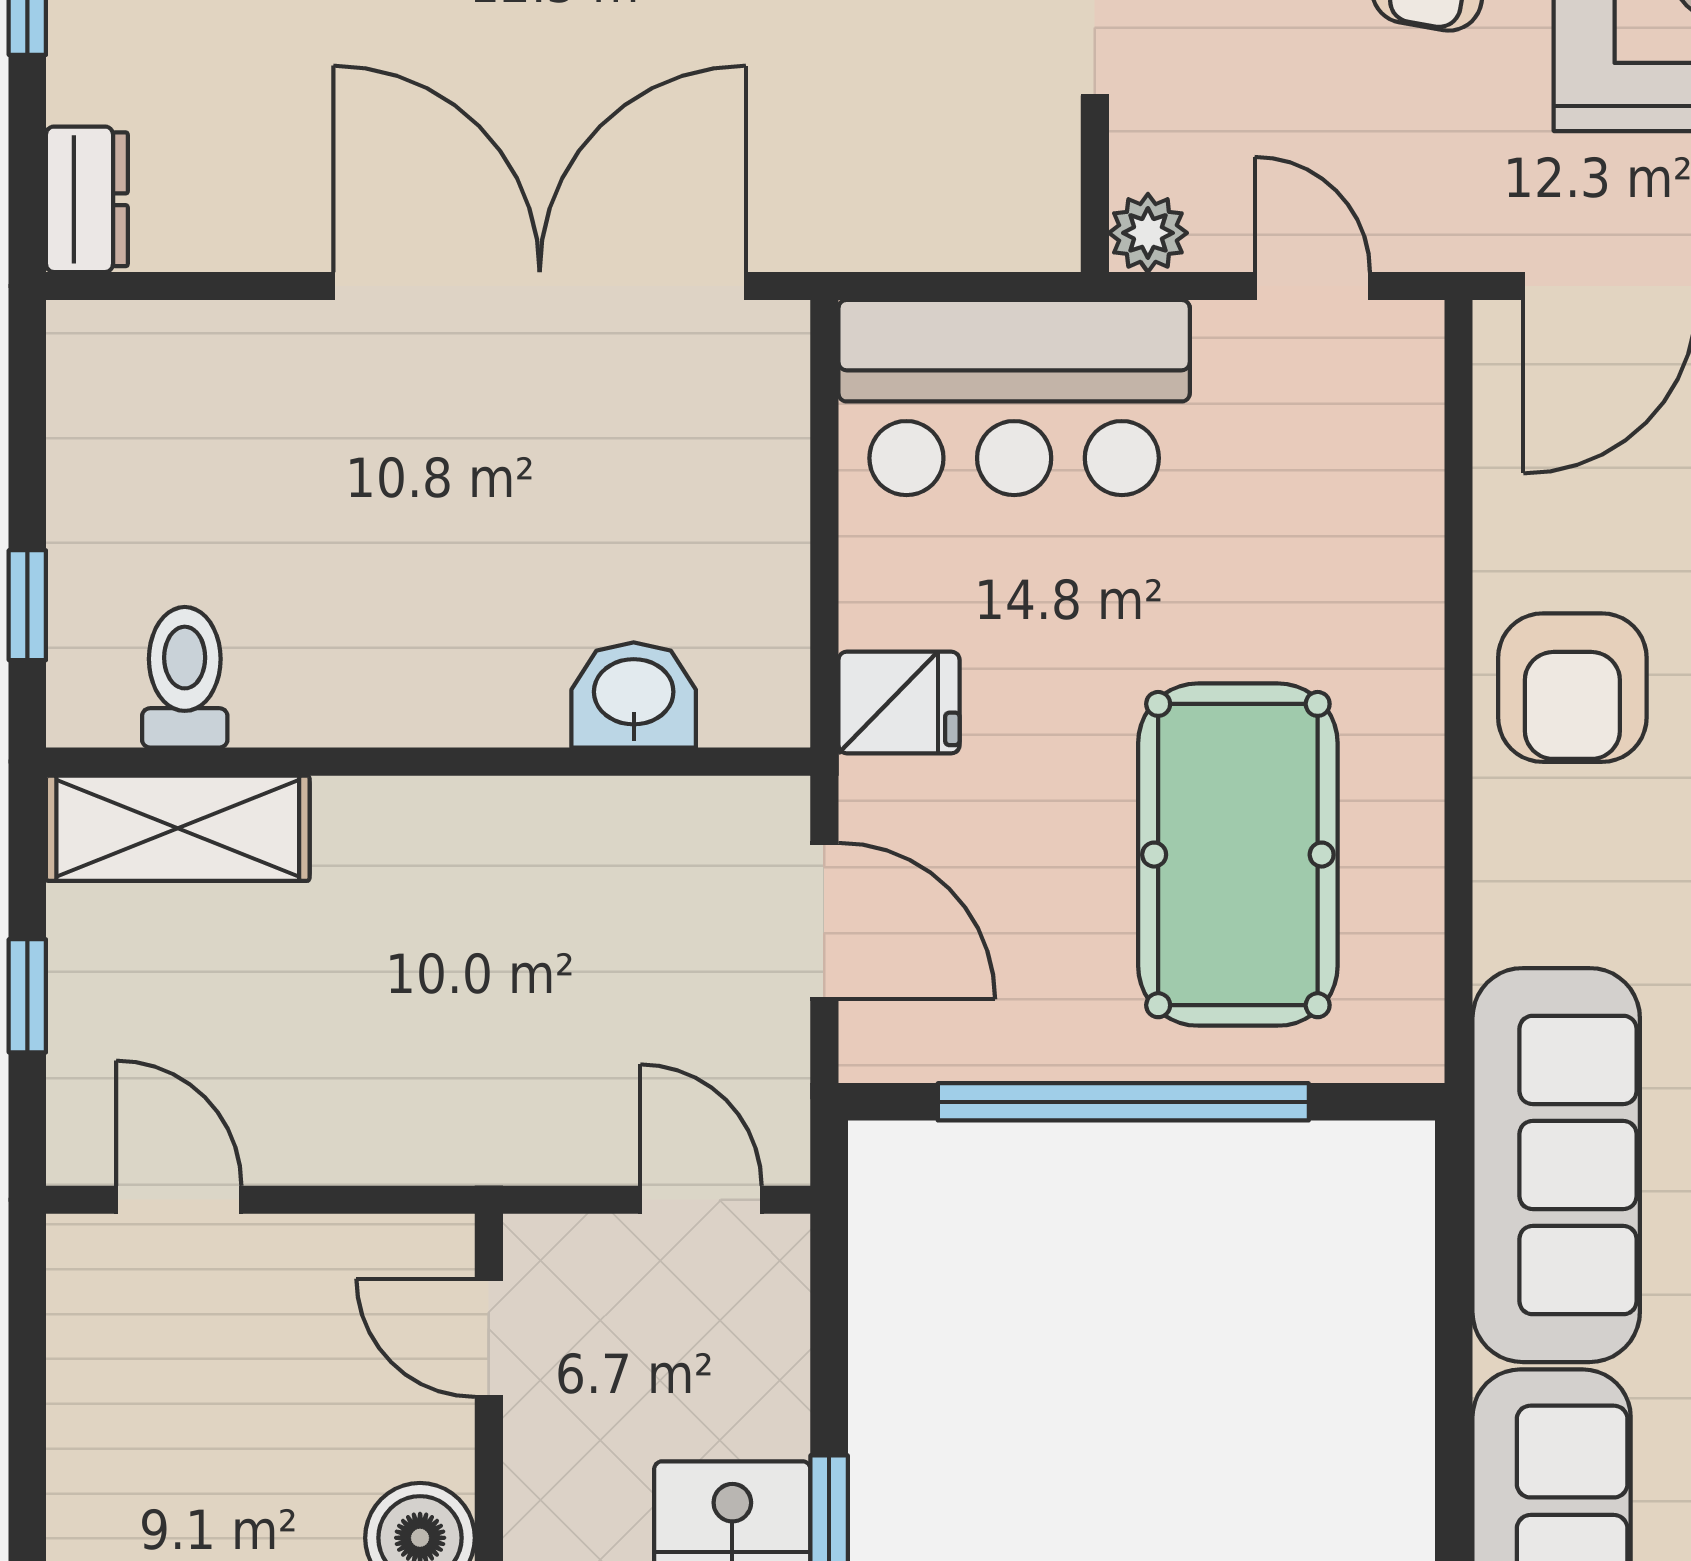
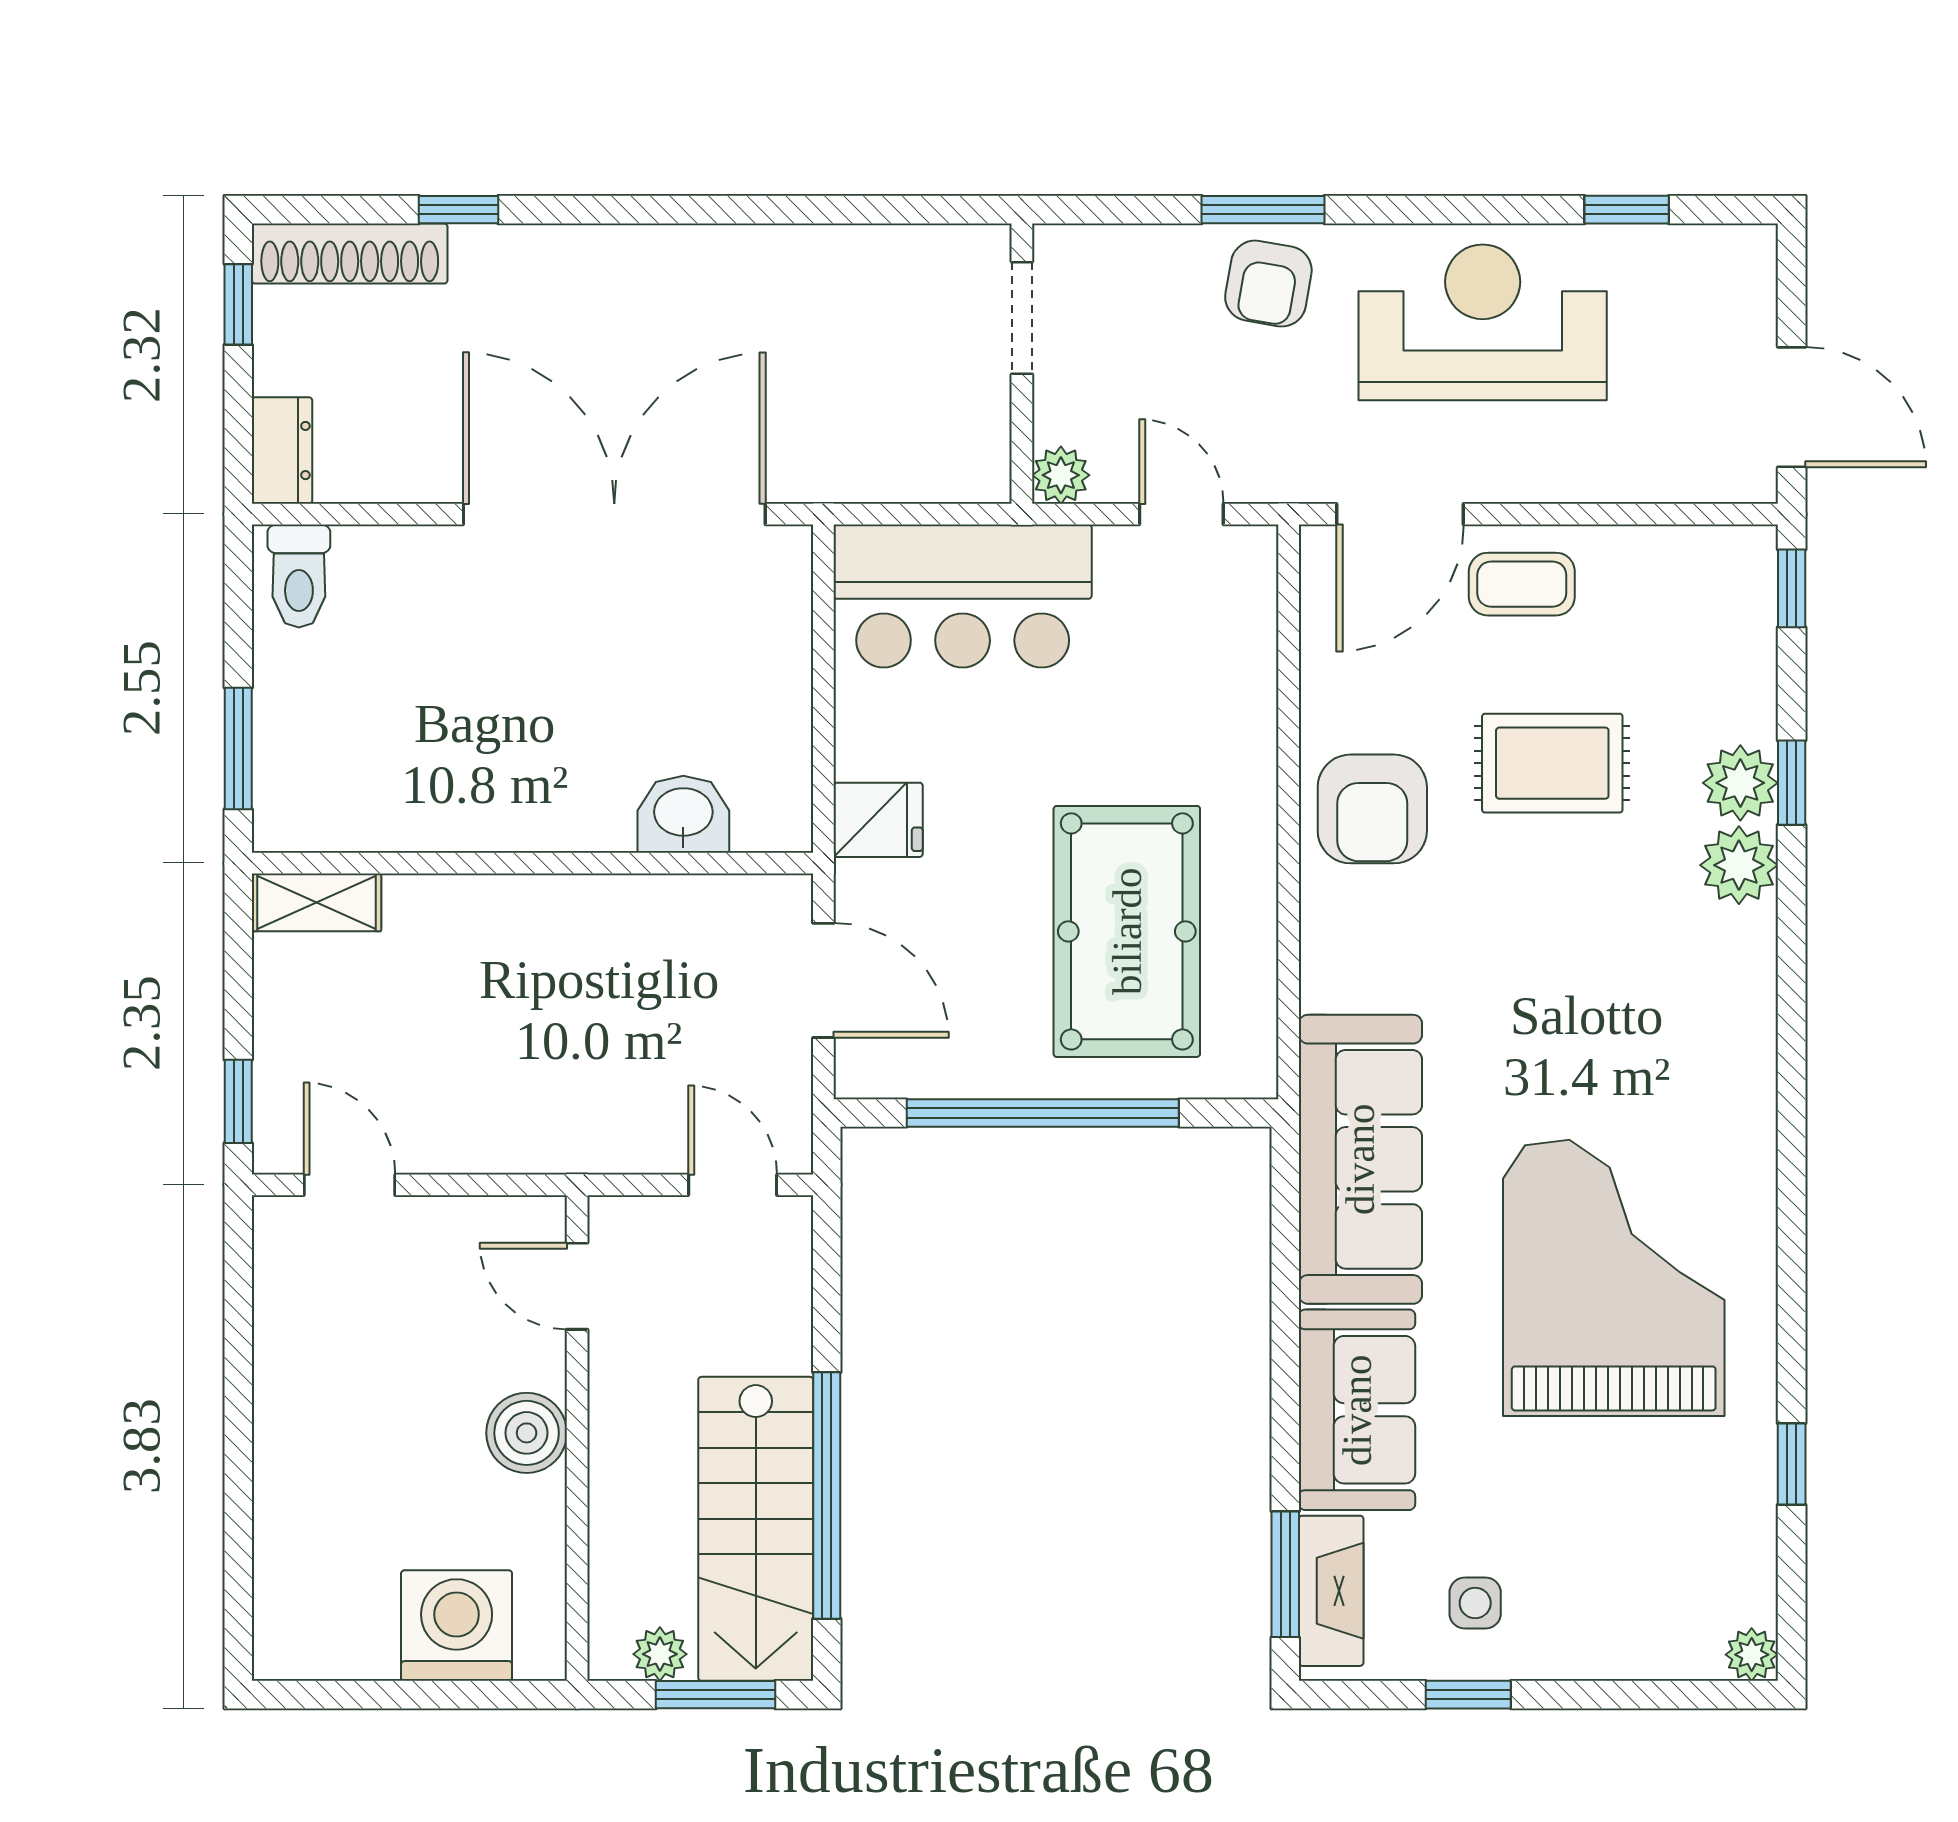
window: (27, 605) -> (238, 748), width x1.50
toilet: (185, 677) -> (299, 576), moved, turned 180
shelving: (178, 828) -> (317, 902), width x0.67, depth x0.75
window: (27, 996) -> (238, 1101), moved

